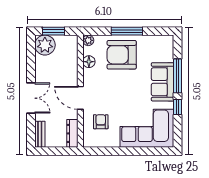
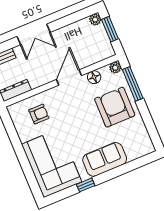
window: (127, 31) -> (133, 84), moved
plant: (45, 45) -> (95, 20), width x0.53, depth x0.53
window: (178, 76) -> (117, 172), removed
door: (80, 98) -> (69, 77), moved

